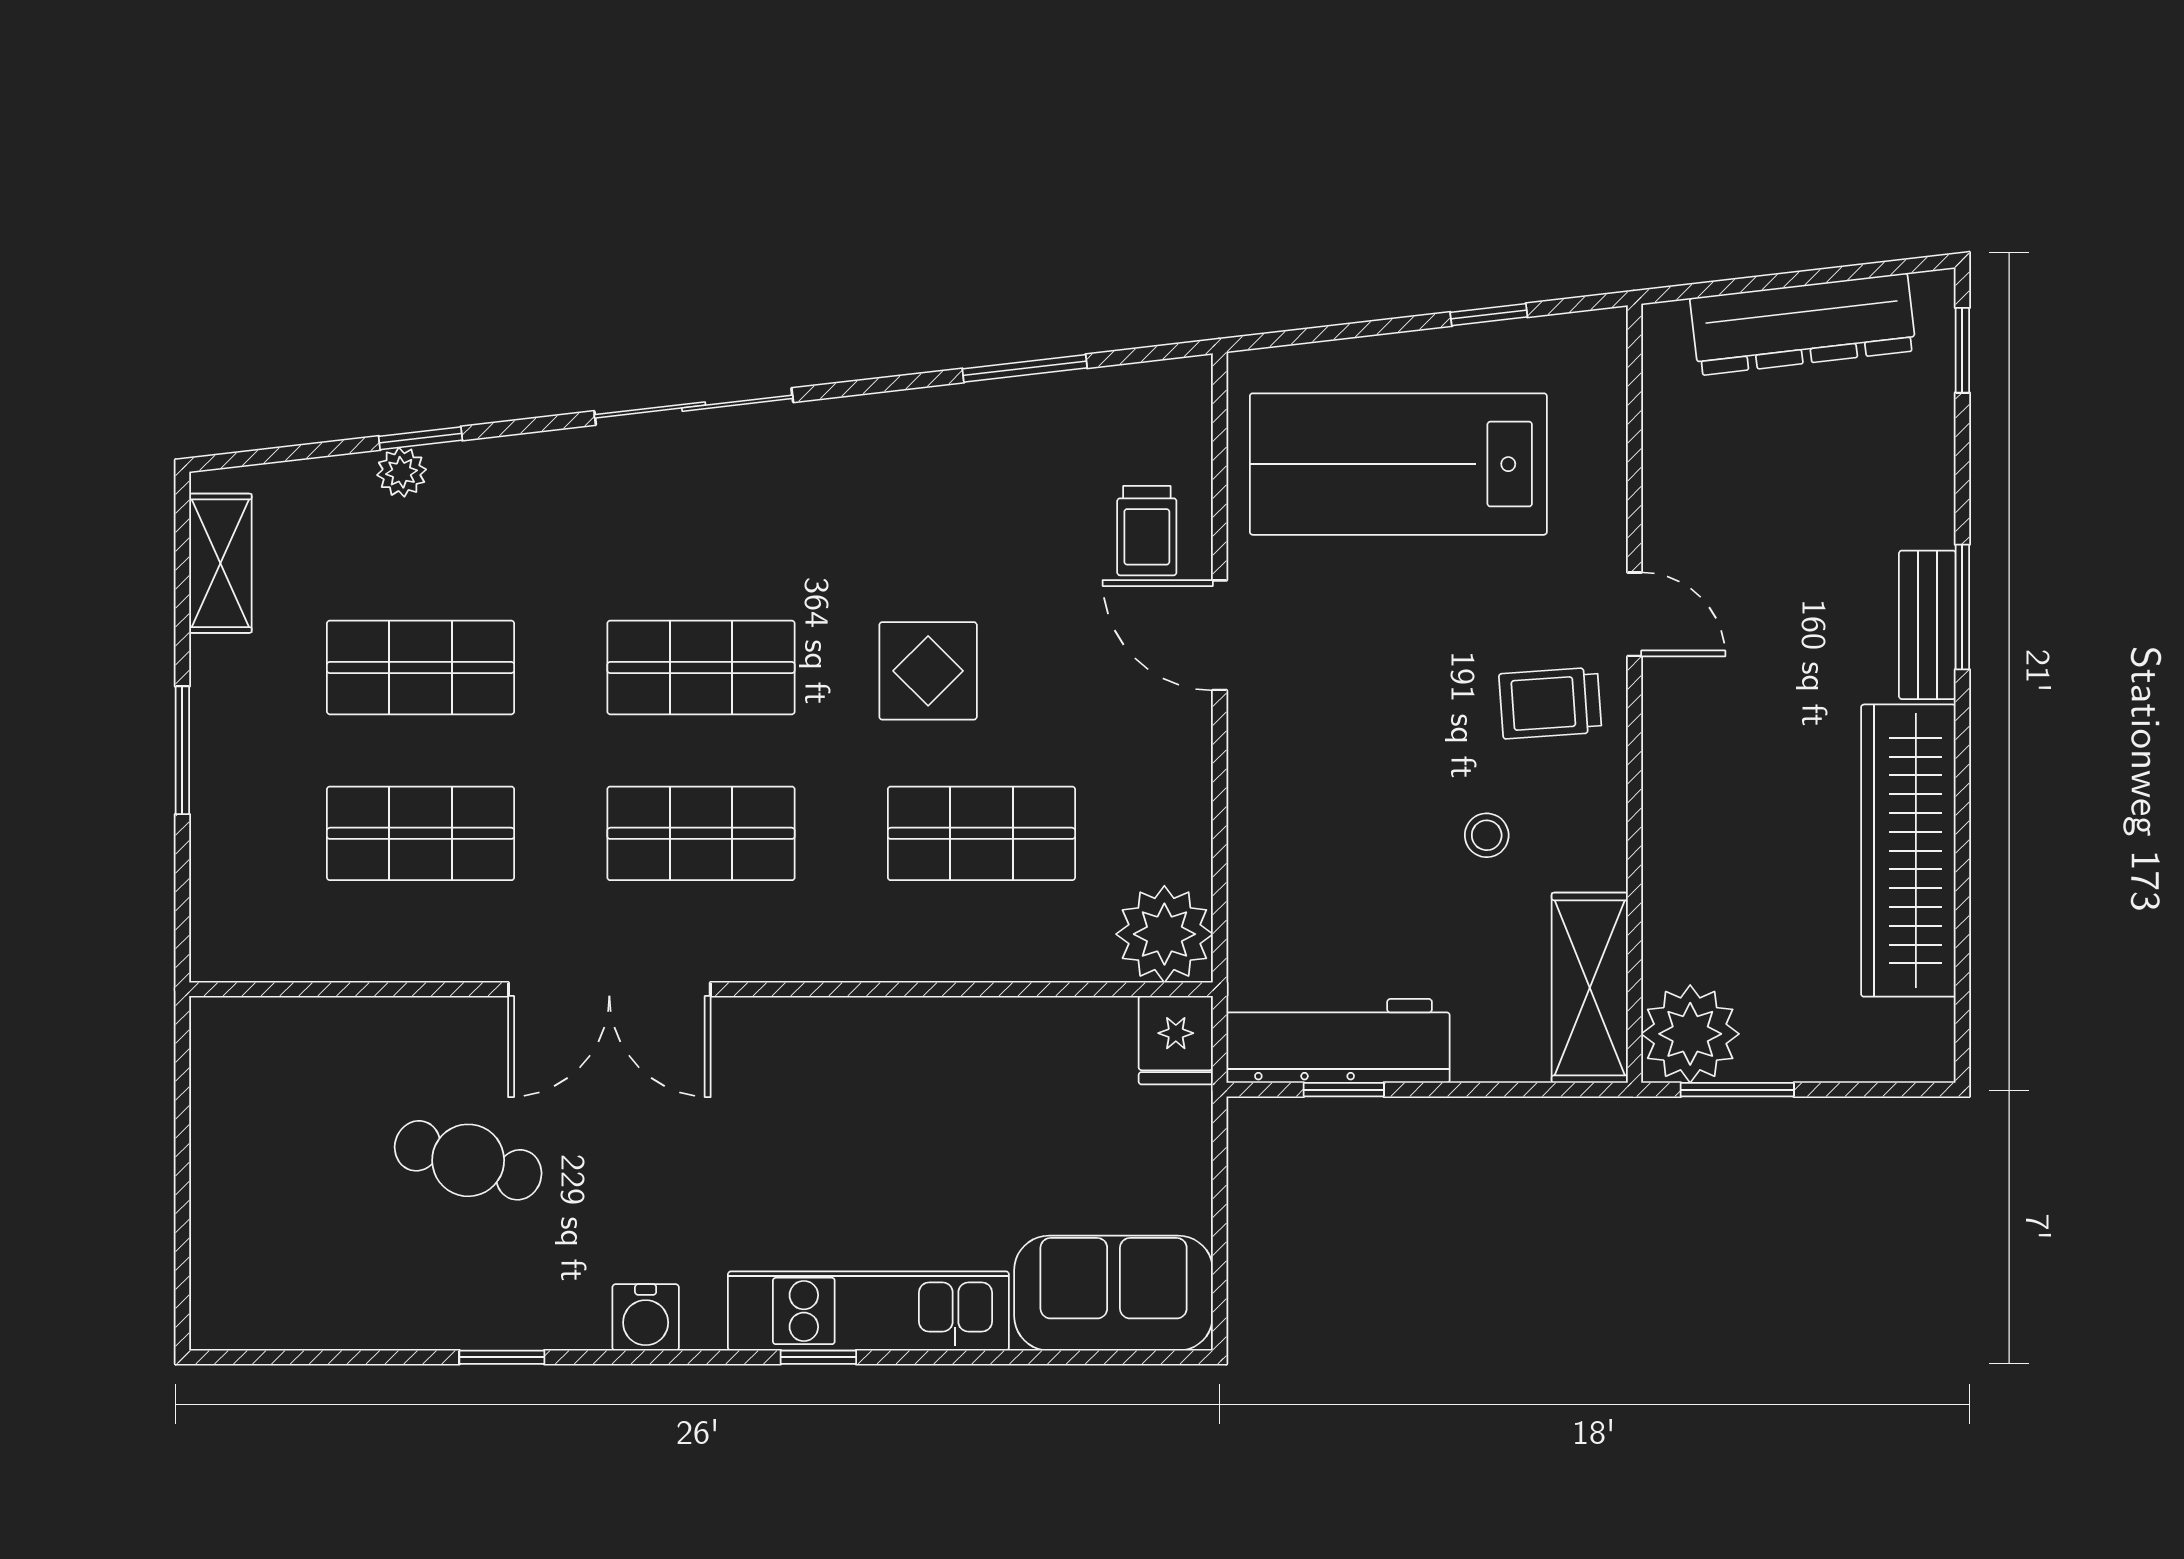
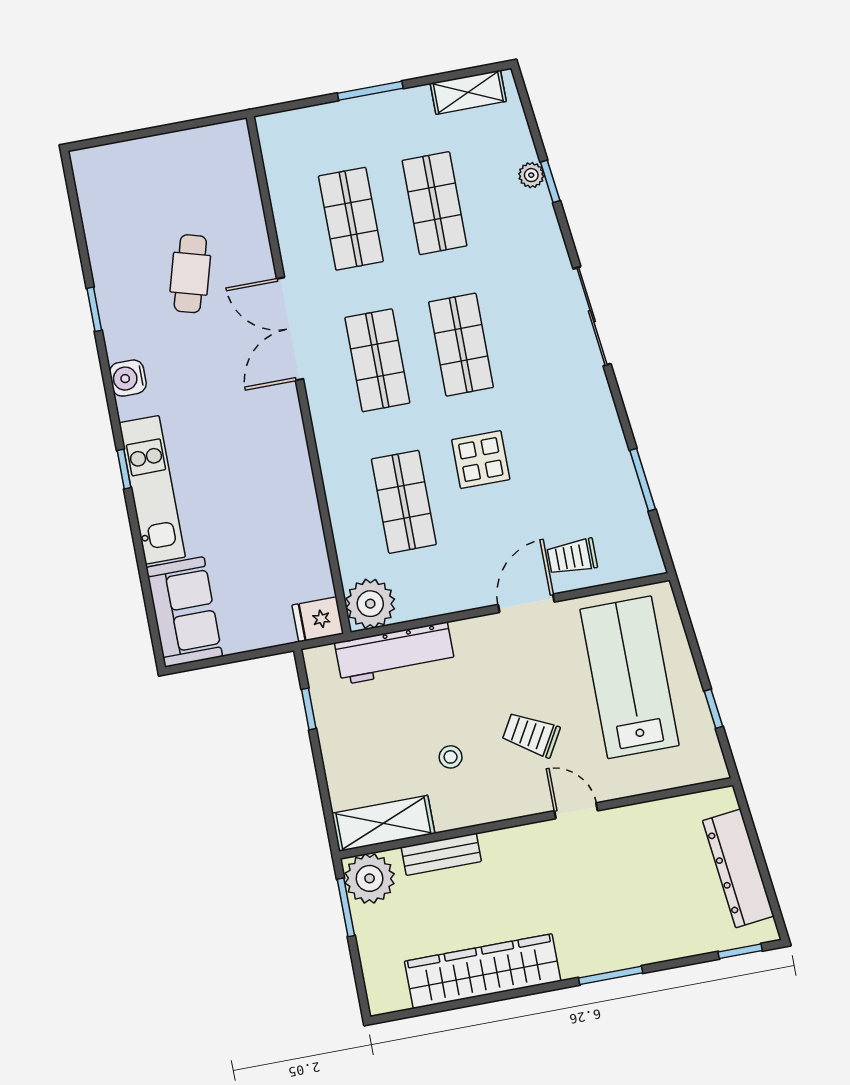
door: (1634, 614) -> (576, 811), swing flipped
bench: (1927, 625) -> (441, 854), moved
trolley: (1550, 703) -> (531, 735), moved, turned -56
workbench: (1338, 1041) -> (395, 653), moved, turned 90

